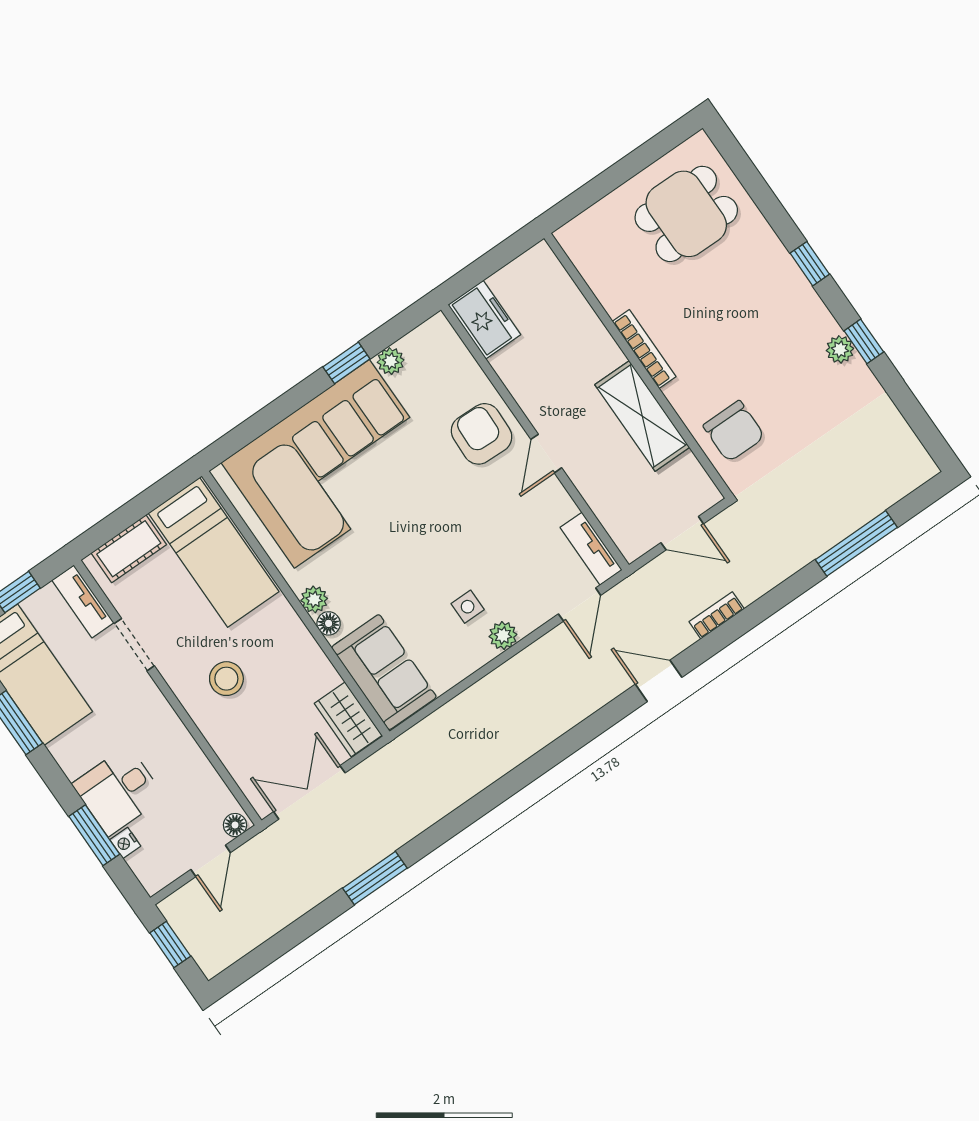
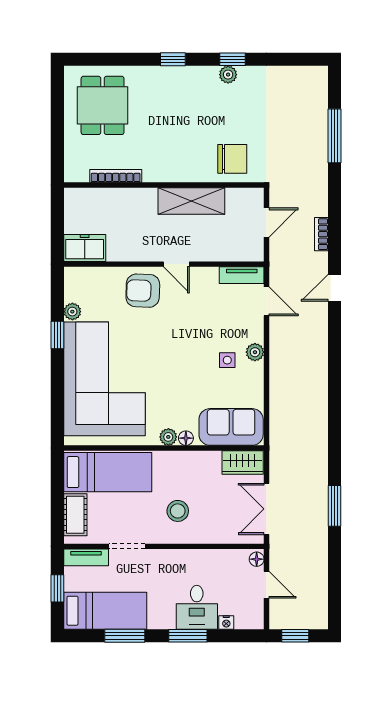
bookcase: (644, 349) -> (116, 176), moved
window: (94, 835) -> (188, 636), moved

